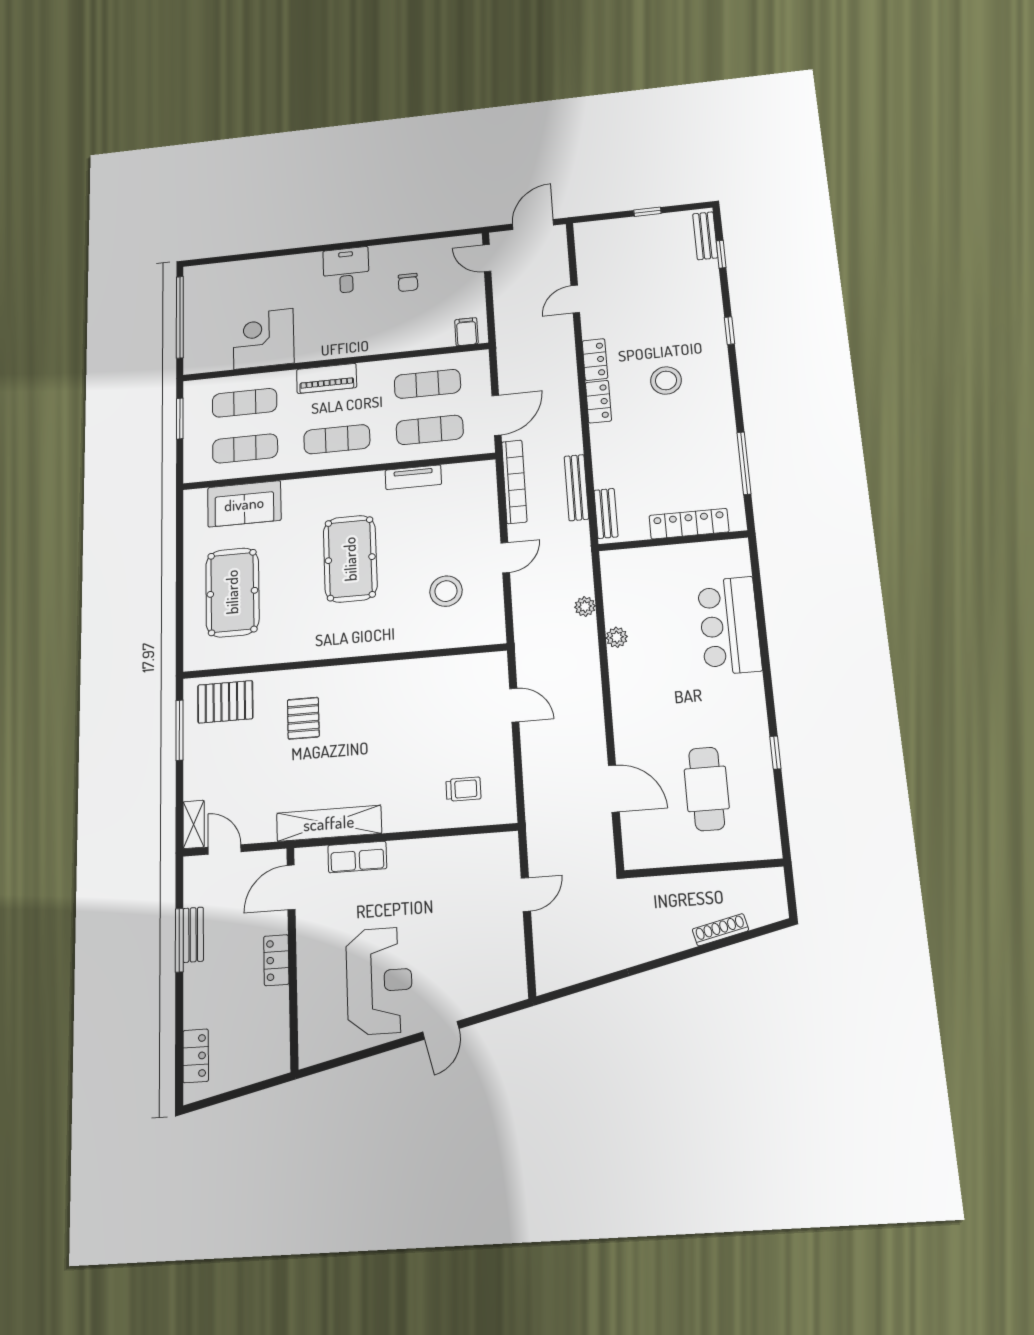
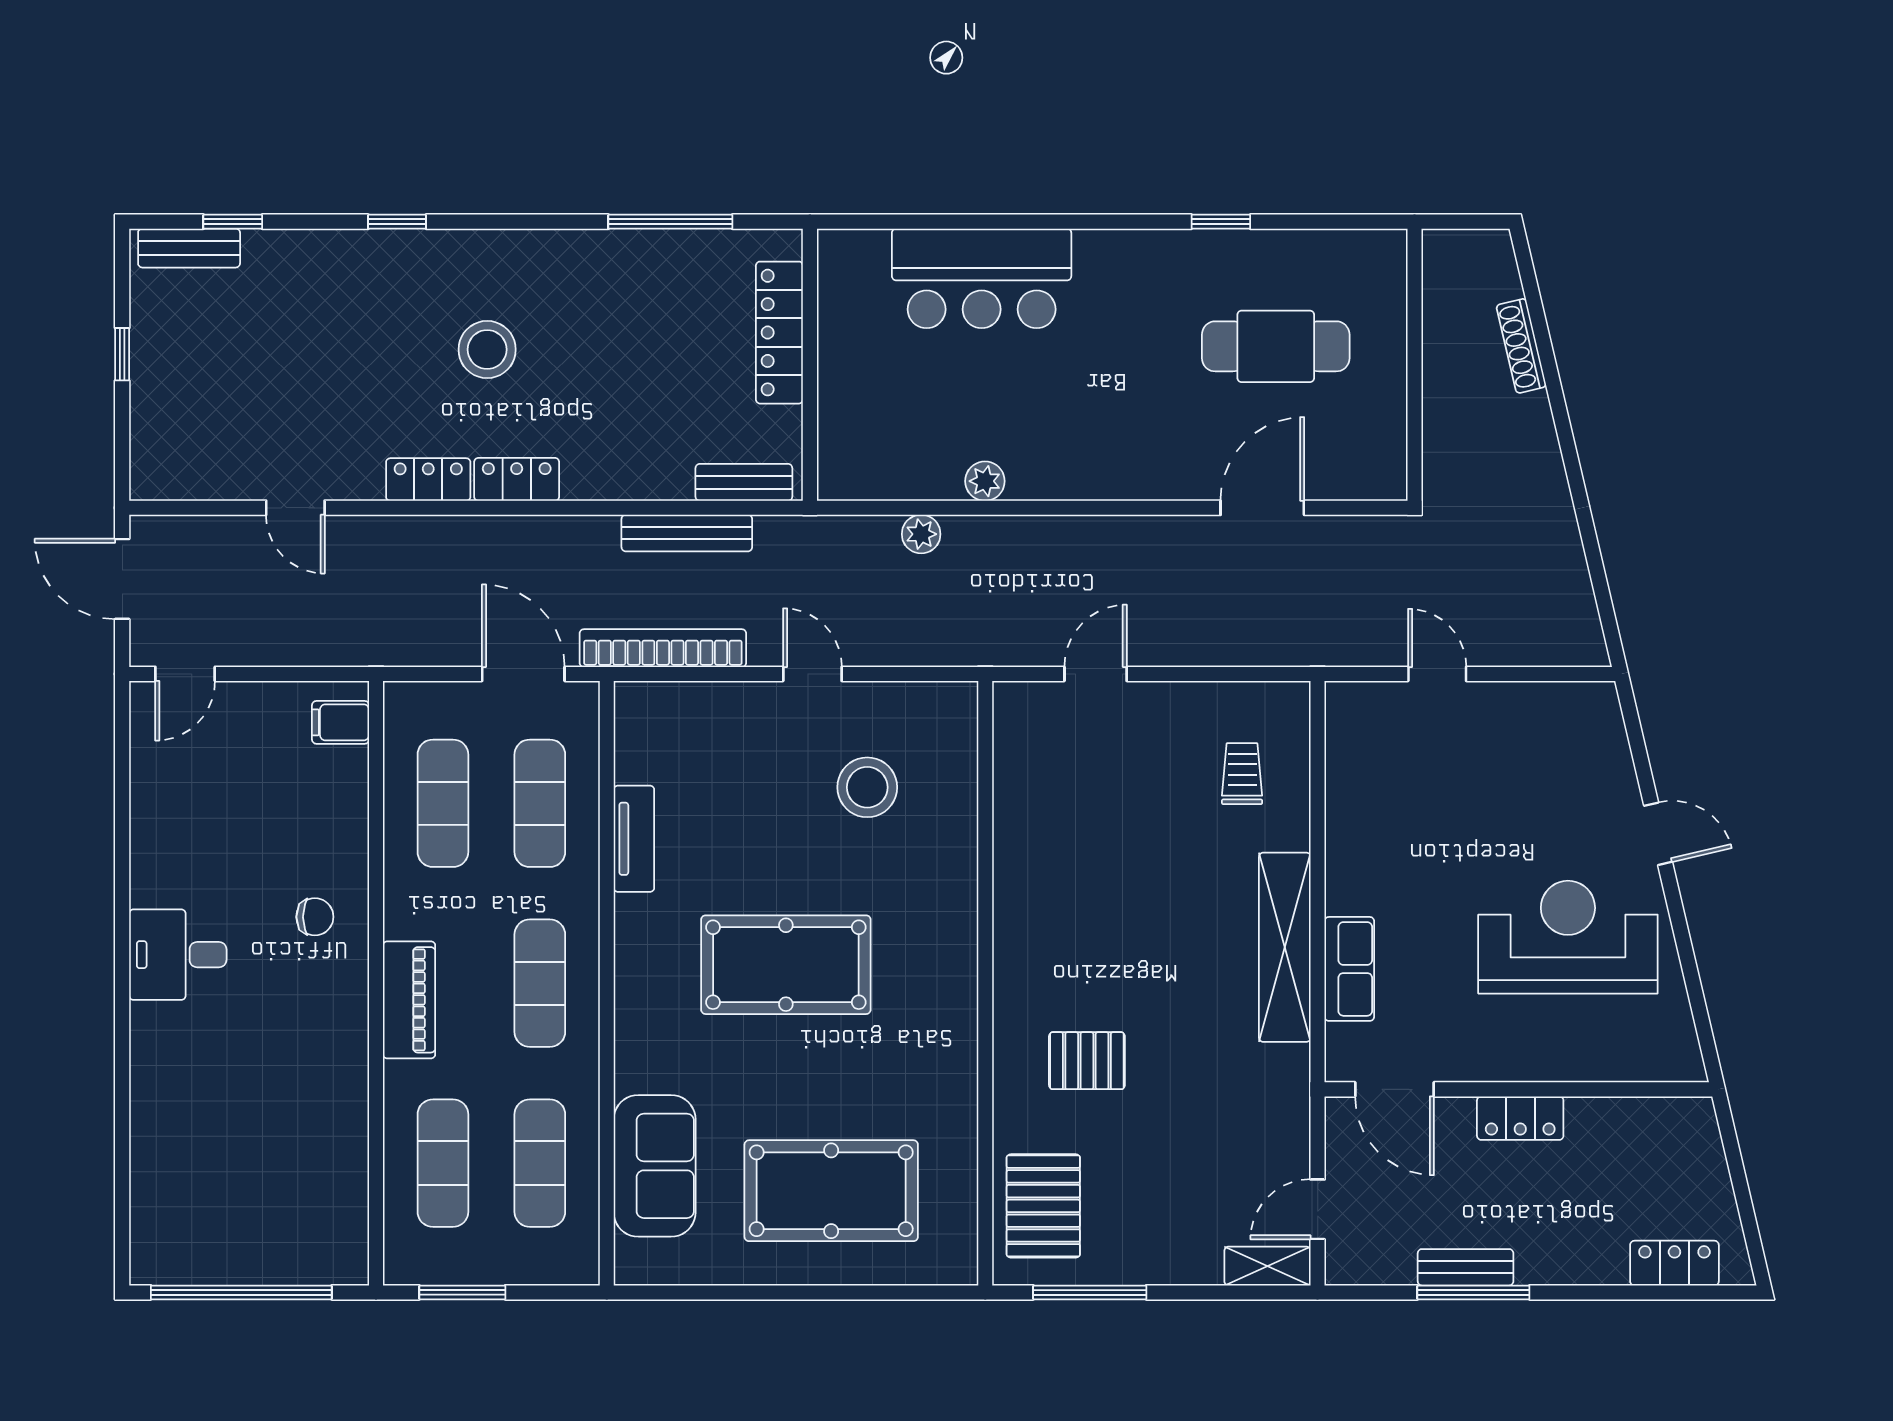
chair: (408, 282) -> (315, 917), moved
corner desk: (263, 339) -> (309, 1124), removed
shelving: (329, 823) -> (1285, 947), moved

